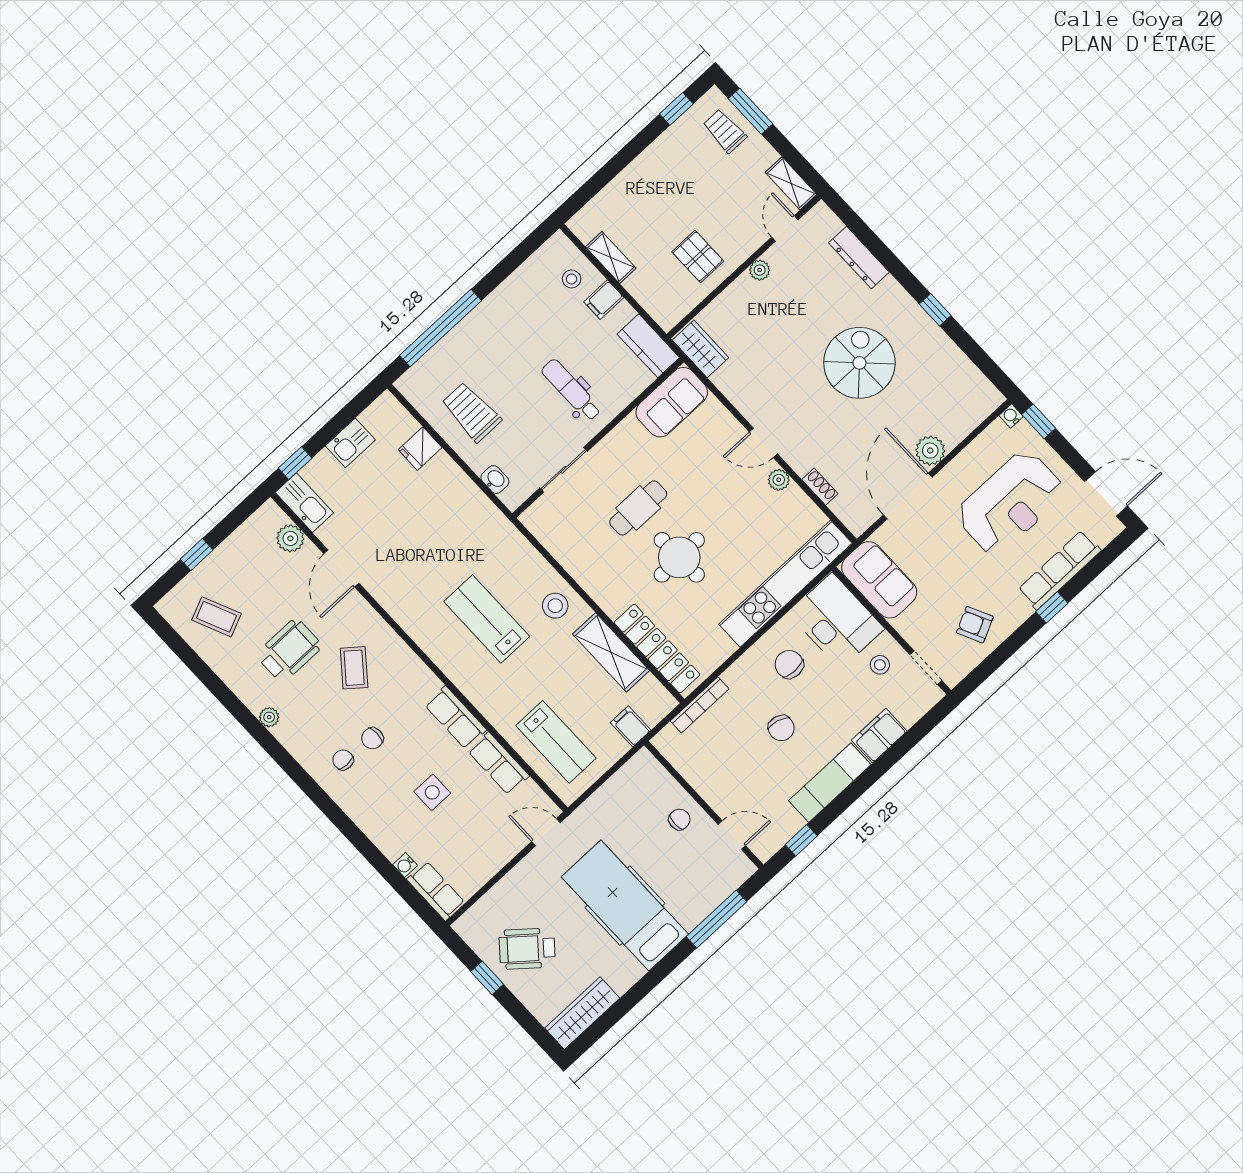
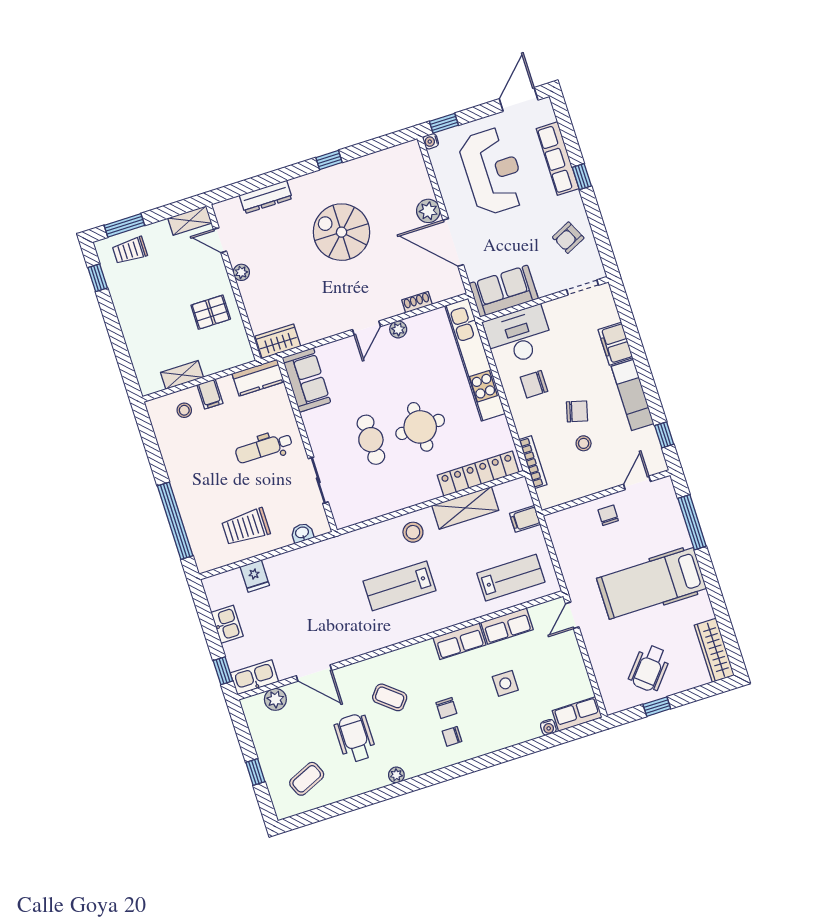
stool: (880, 665) -> (584, 443), moved

